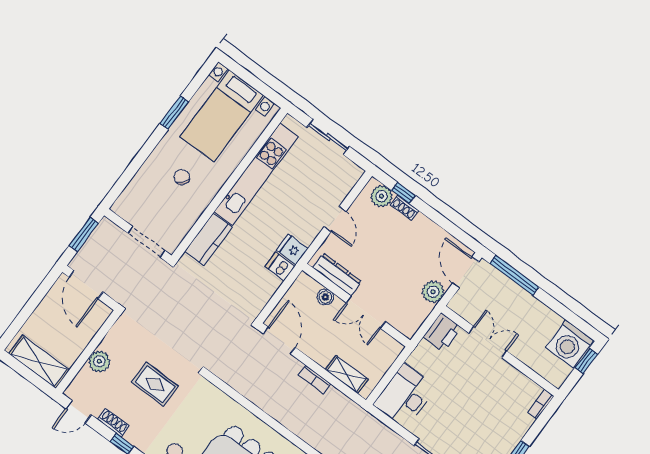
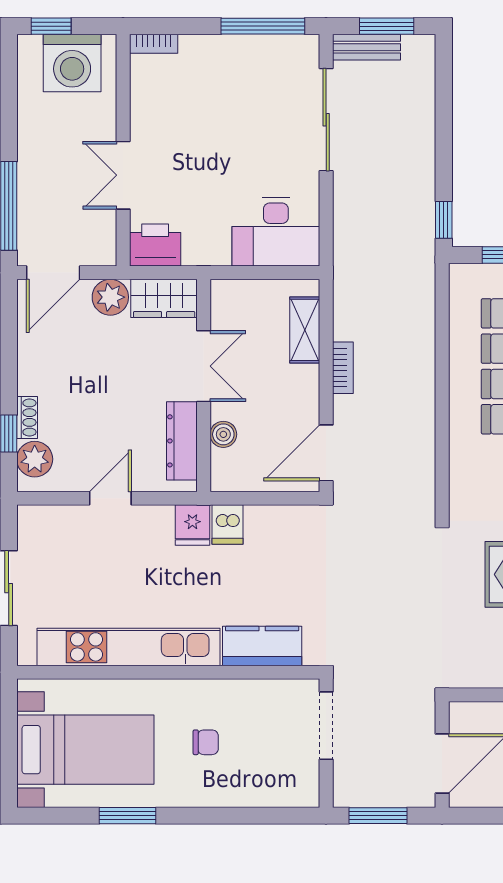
chair: (182, 177) -> (206, 742), turned -131
wardrobe: (413, 317) -> (164, 298), added
washing machine: (569, 344) -> (72, 63), moved, turned 90

